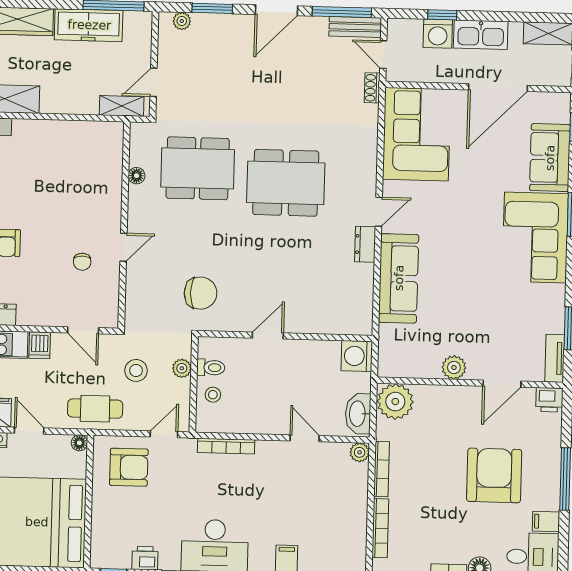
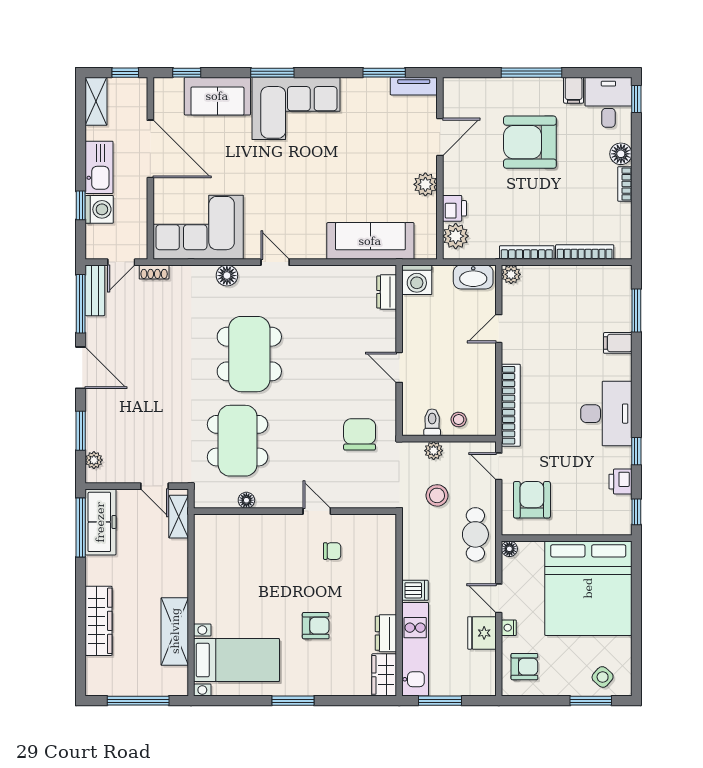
freezer: (89, 25) -> (100, 522), moved
floor lamp: (367, 162) -> (227, 276), added
dresser: (365, 244) -> (387, 292), moved, turned 90
sofa: (399, 278) -> (370, 241), moved
door: (83, 330) -> (399, 548), removed
door: (502, 384) -> (440, 137), hinge flipped
printer: (549, 400) -> (454, 208), moved
plant: (395, 402) -> (456, 236), width x0.73, depth x0.73
door: (29, 431) -> (499, 598), hinge flipped
bookcase: (226, 446) -> (511, 405), width x1.48, depth x1.31

